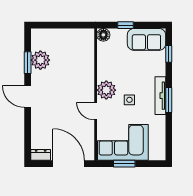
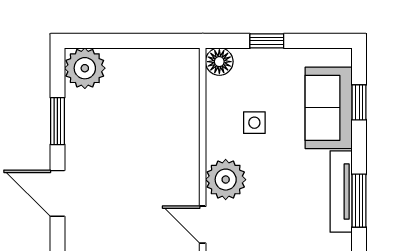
sofa: (146, 39) -> (329, 108), moved, turned 90
plant: (40, 60) -> (85, 68), moved
side table: (129, 100) -> (254, 123), moved

